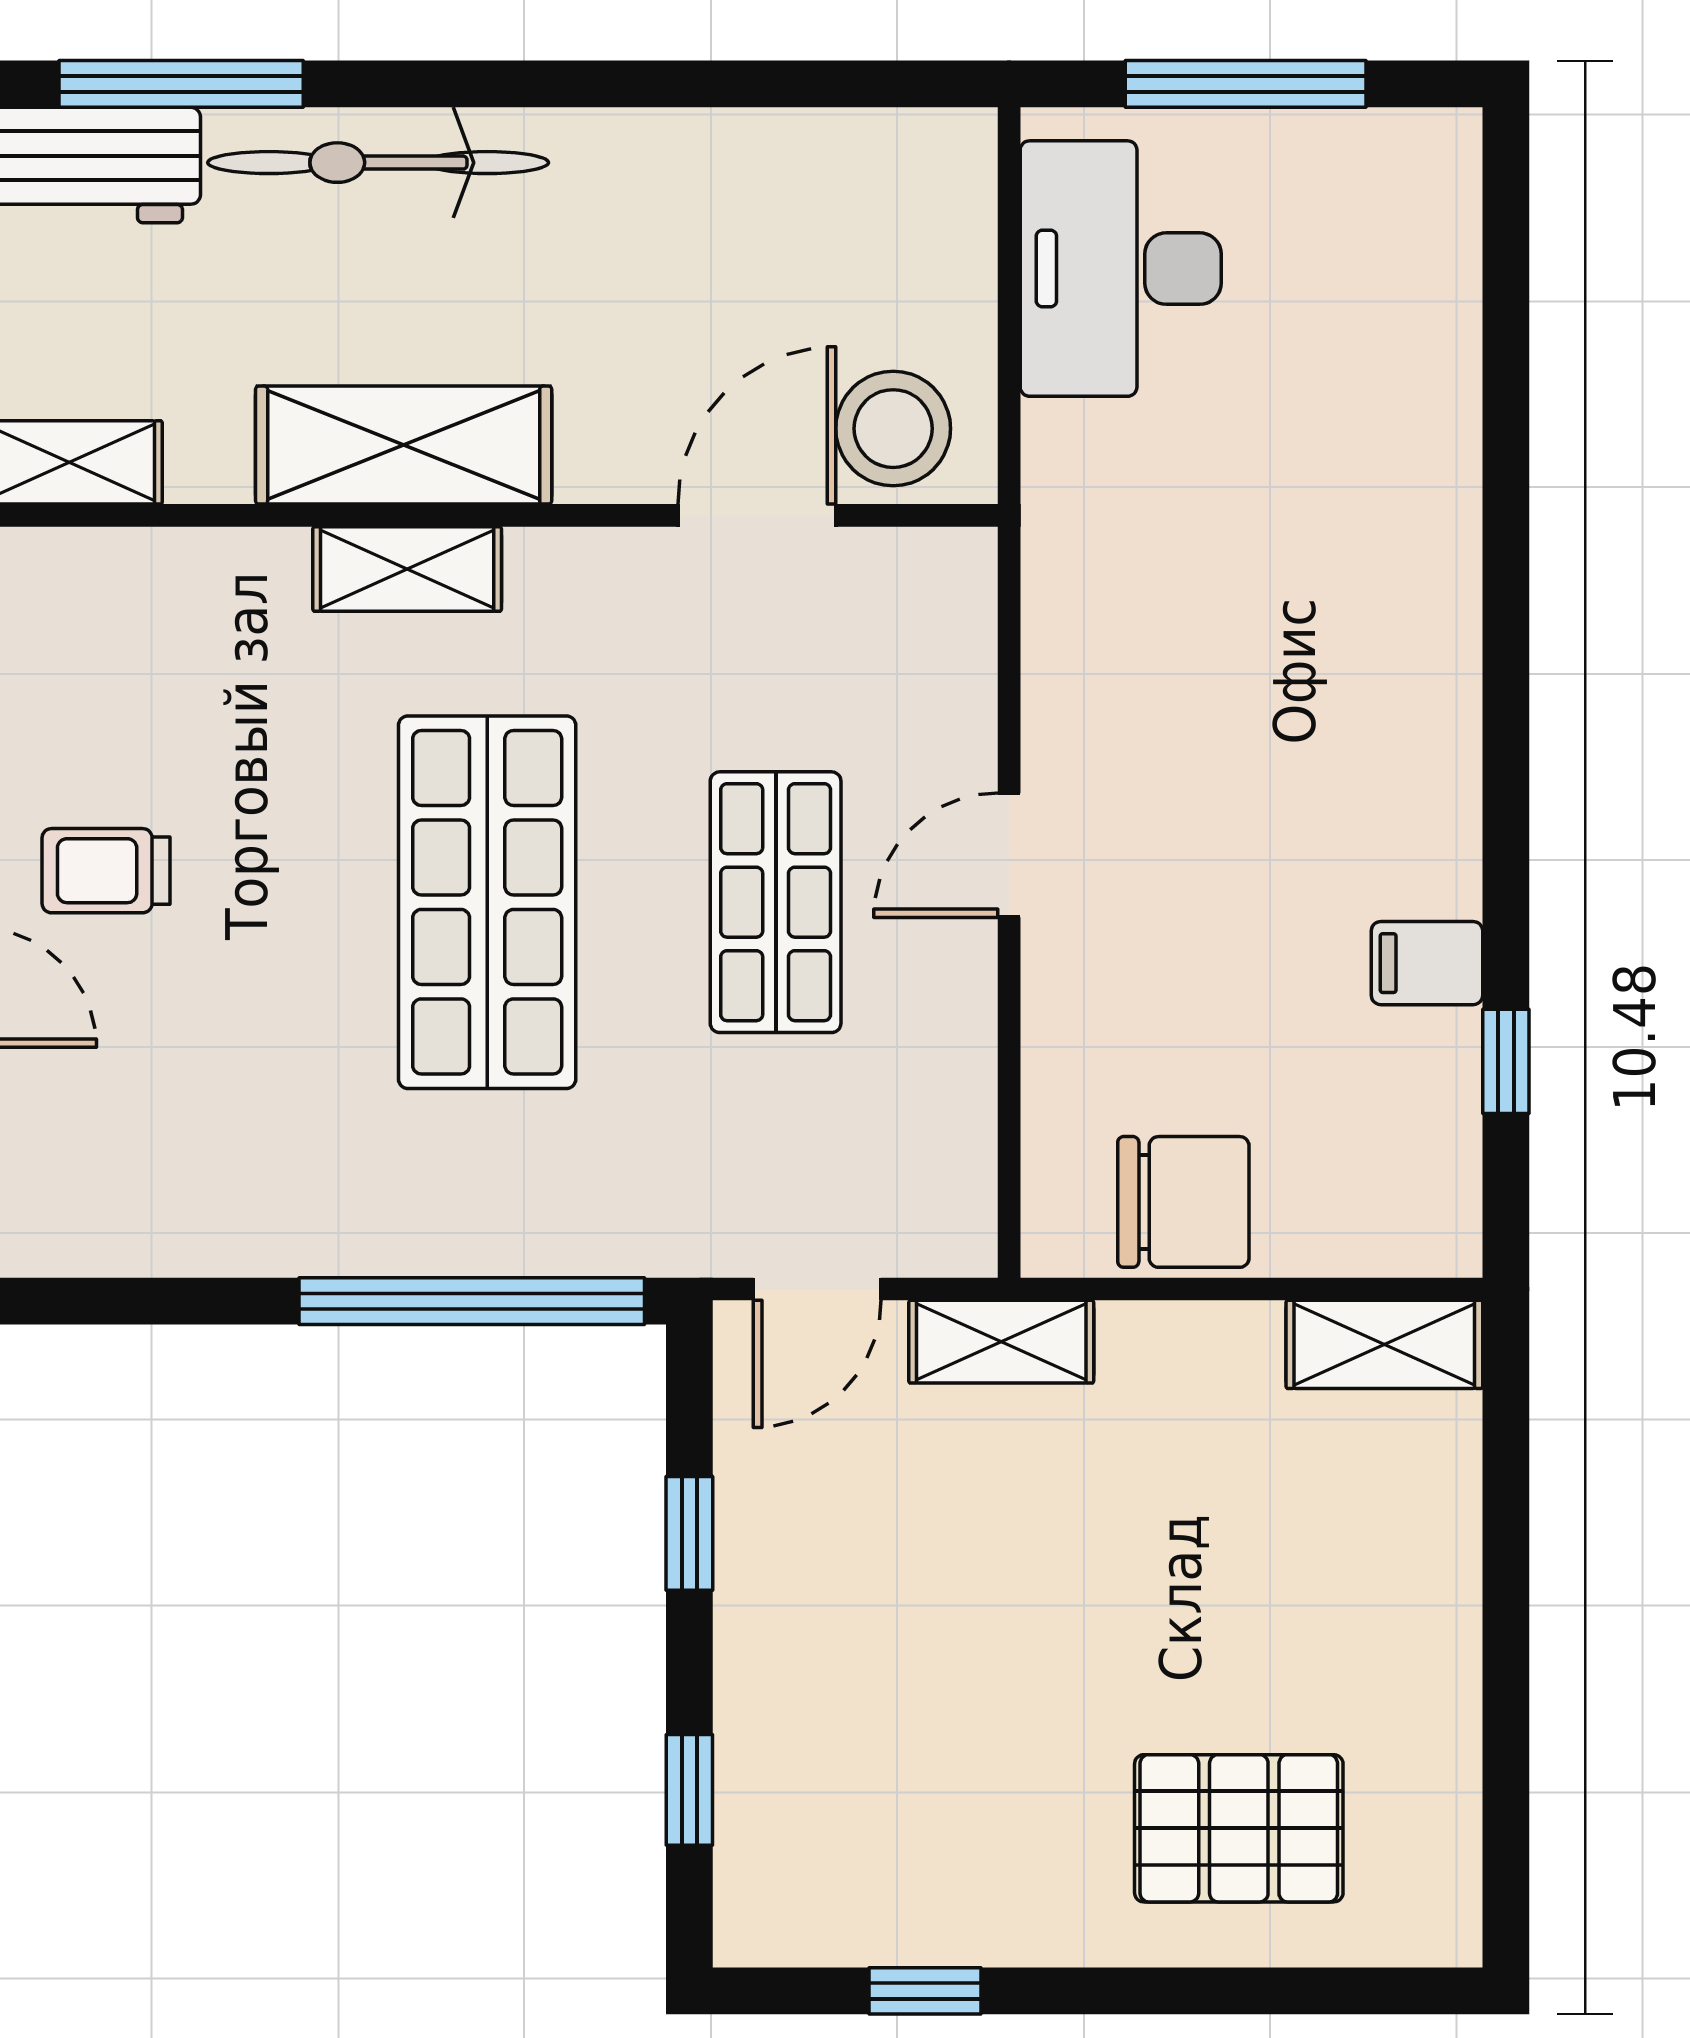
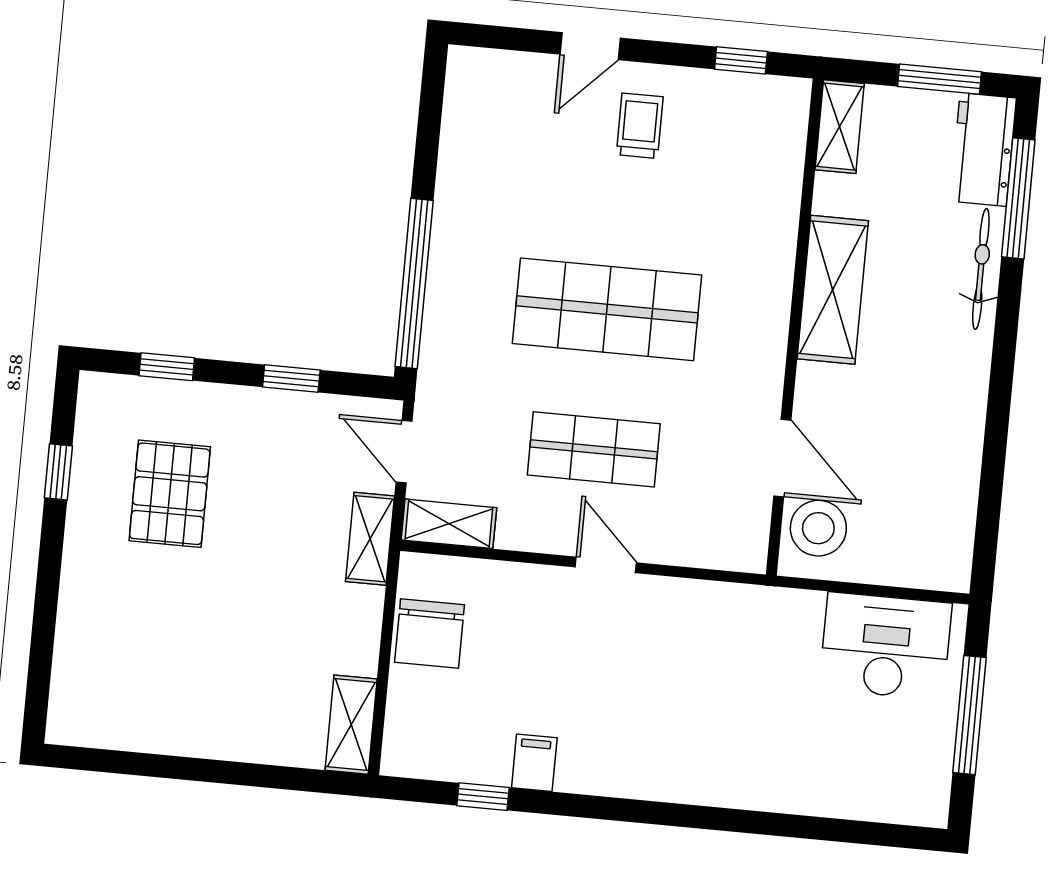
bicycle: (378, 163) -> (981, 269), width x0.73, depth x0.71
shelving: (407, 569) -> (449, 524), moved, turned 90
pallet: (1239, 1828) -> (170, 494), moved

